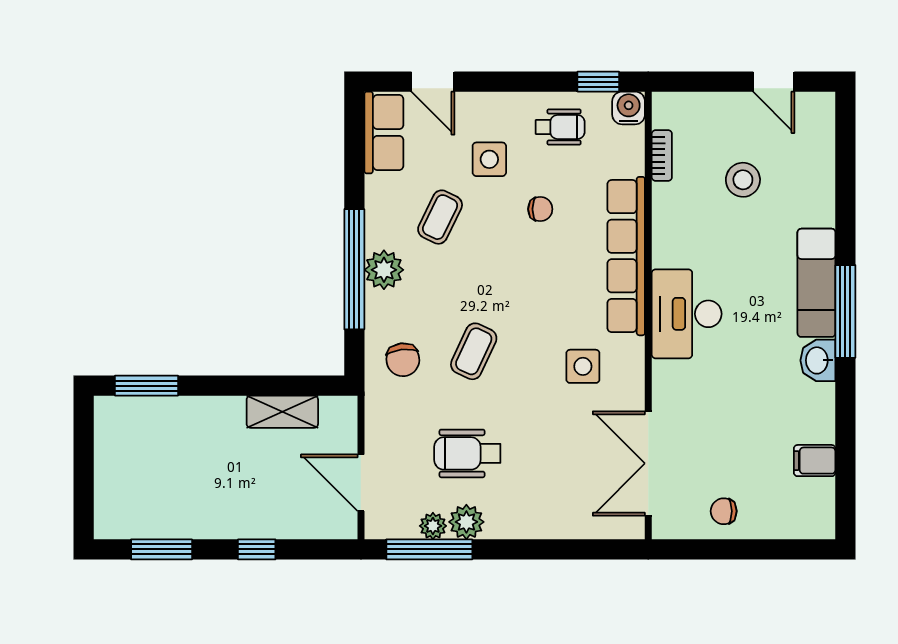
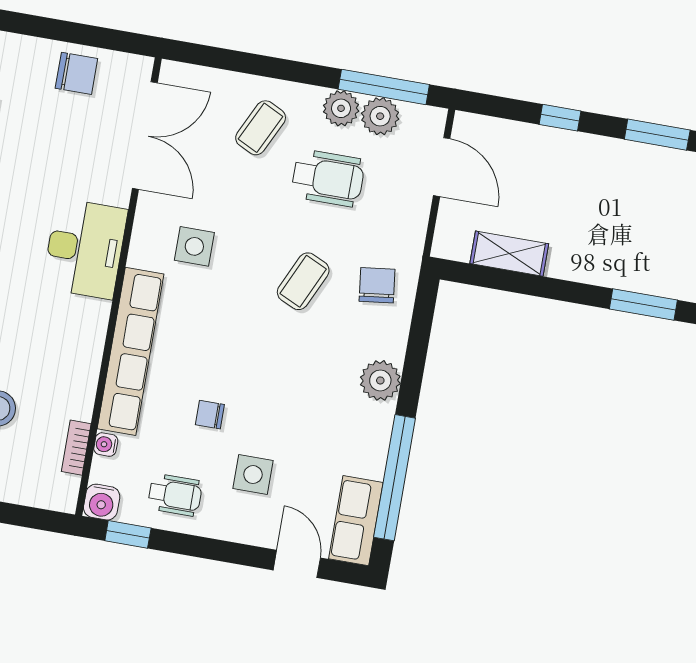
wheelchair: (560, 127) -> (175, 495), turned 180
water cooler: (634, 163) -> (106, 445), added
coffee table: (440, 217) -> (261, 128), moved
window: (354, 269) -> (395, 478), moved
desk: (687, 314) -> (85, 249), moved
chair: (724, 511) -> (76, 73), width x1.37, depth x1.37
plant: (433, 526) -> (380, 116), width x1.38, depth x1.38

